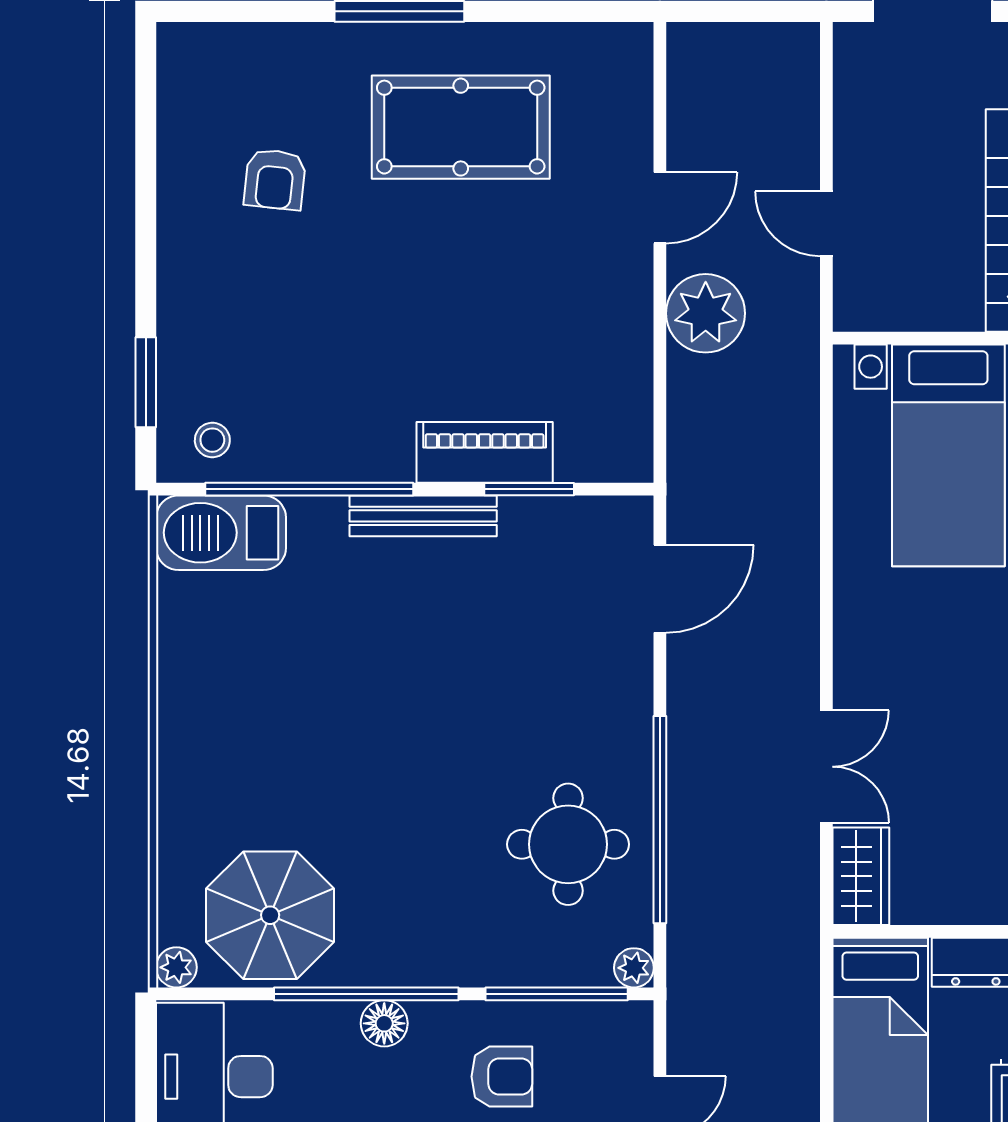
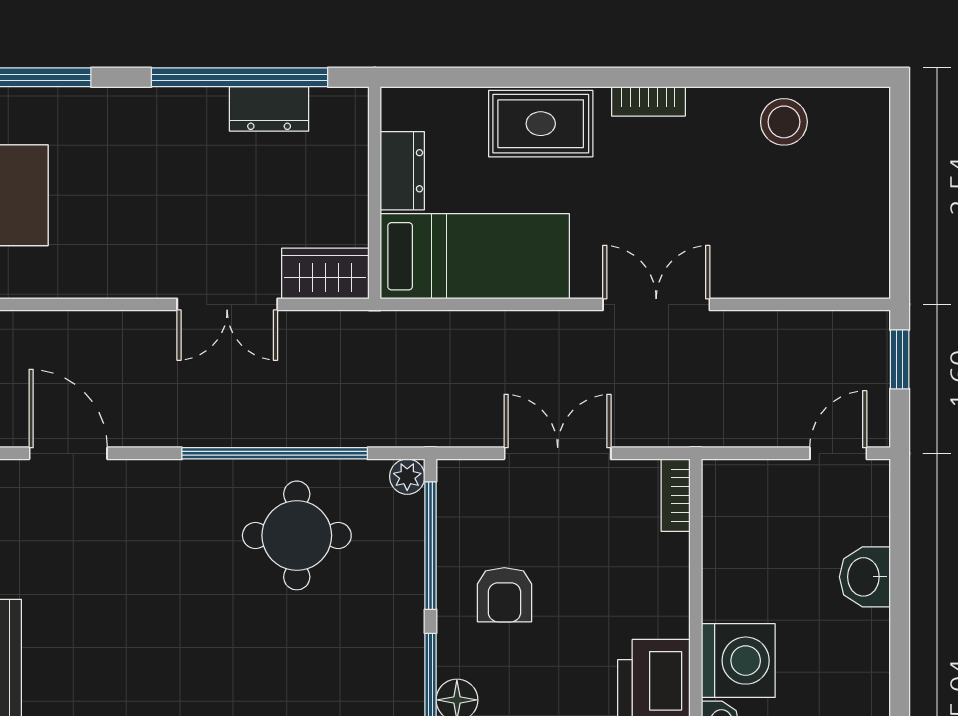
double door: (826, 767) -> (227, 304), swing flipped
armchair: (502, 1077) -> (504, 595), turned 180

